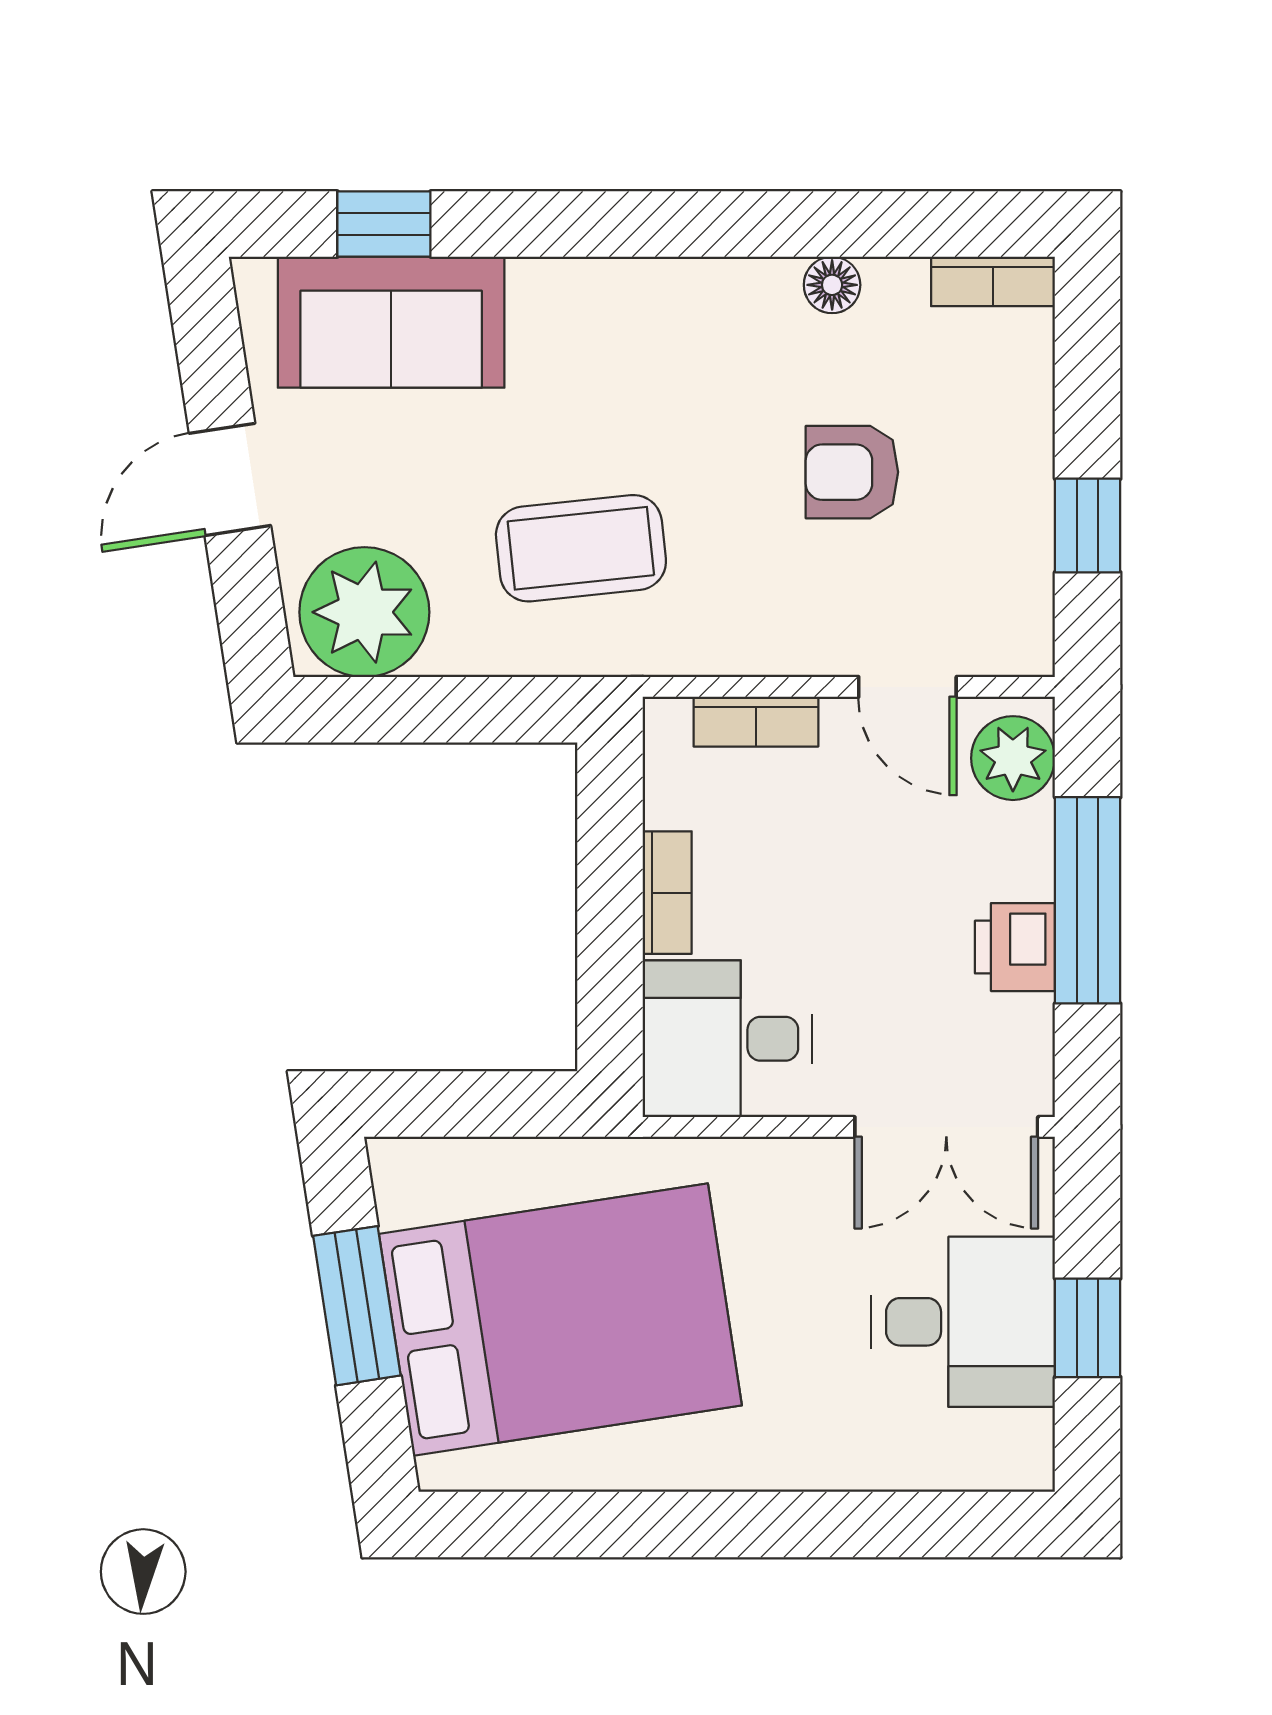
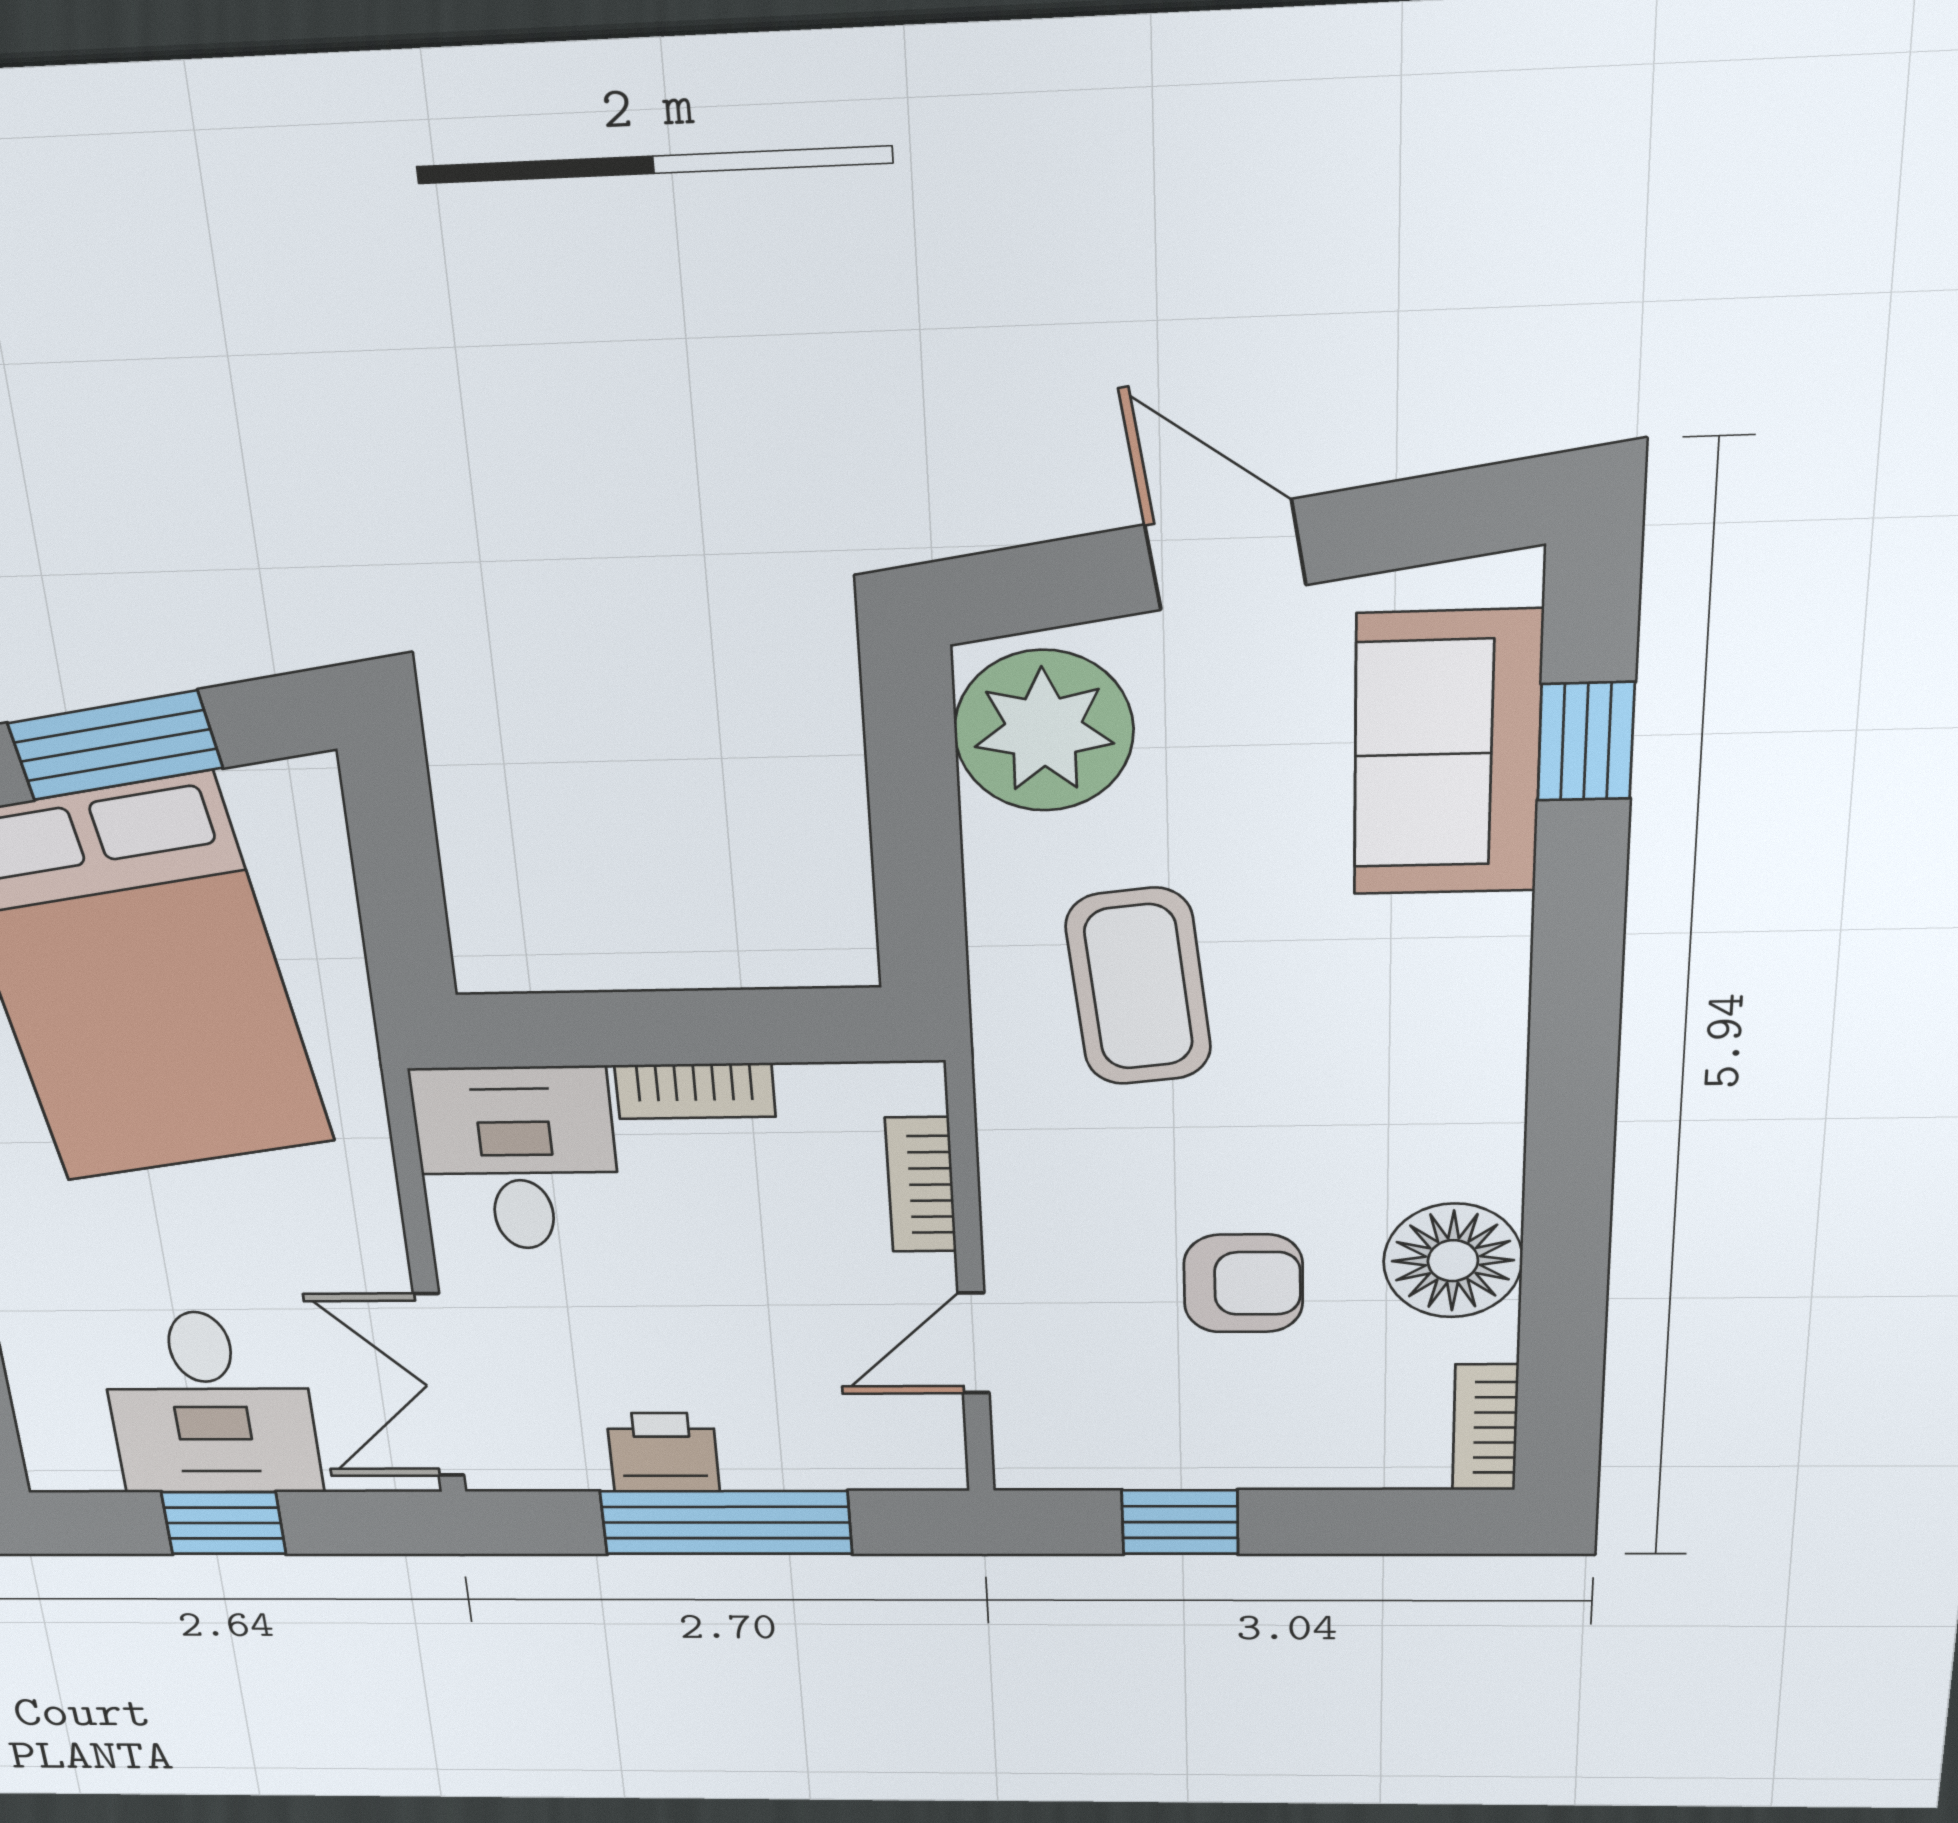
floor lamp: (832, 285) -> (1453, 1261), width x1.89, depth x1.89
armchair: (852, 472) -> (1243, 1283), turned 90
plant: (1013, 758) -> (892, 1450), removed

